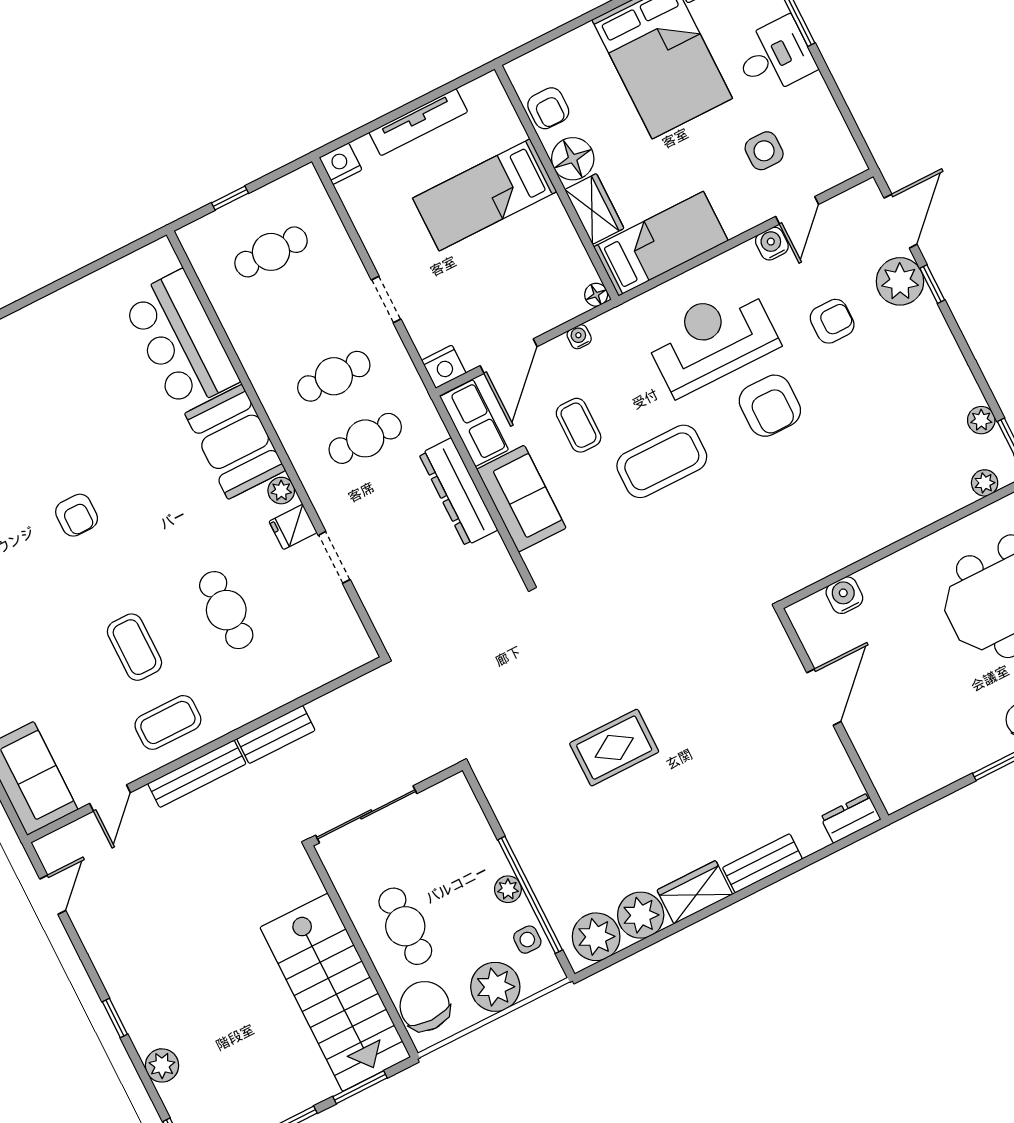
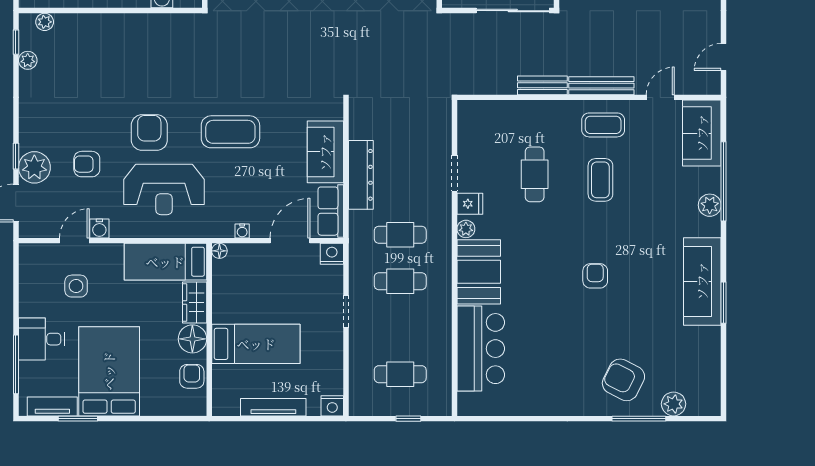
coffee table: (579, 425) -> (269, 178), removed

